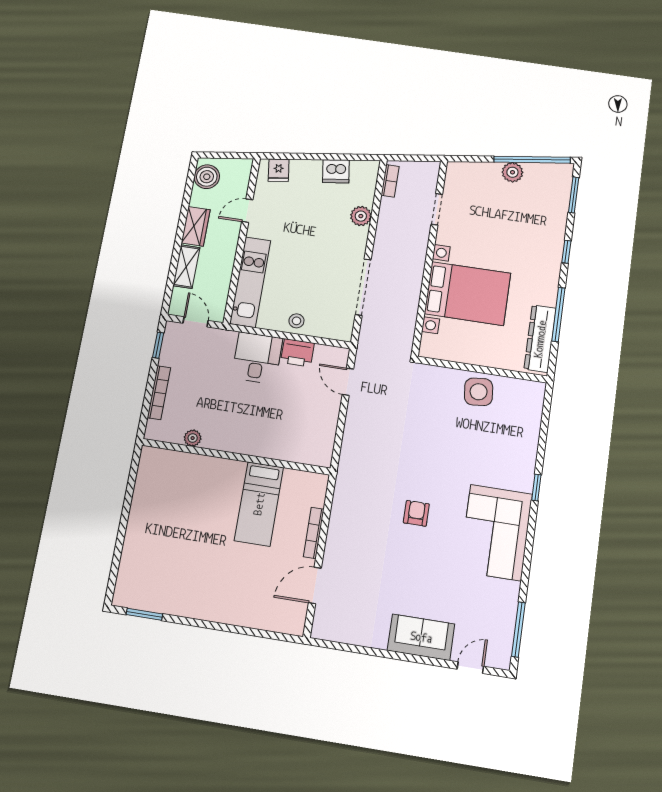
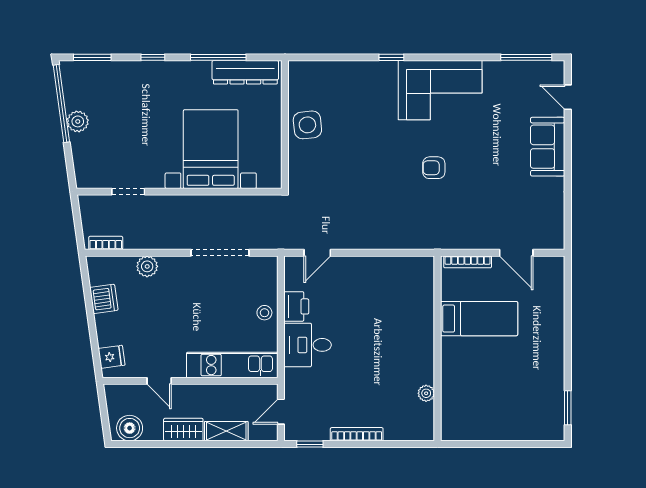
plant: (193, 438) -> (426, 393), moved
wall: (236, 457) -> (438, 348), moved
bed: (259, 504) -> (479, 319), moved

